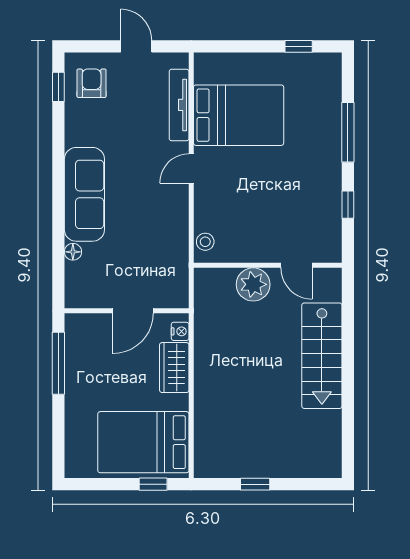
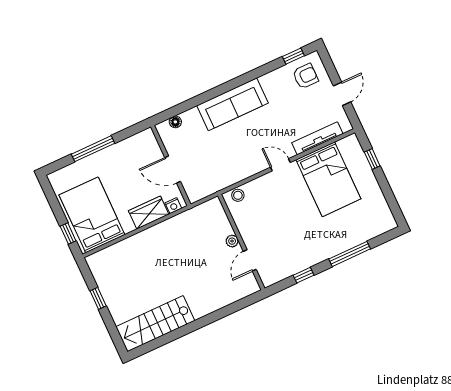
window: (299, 46) -> (372, 159), moved
floor lamp: (73, 252) -> (175, 122), moved
plant: (253, 284) -> (232, 241), width x0.53, depth x0.53
stairs: (322, 356) -> (155, 324), moved
window: (58, 363) -> (93, 149), moved

